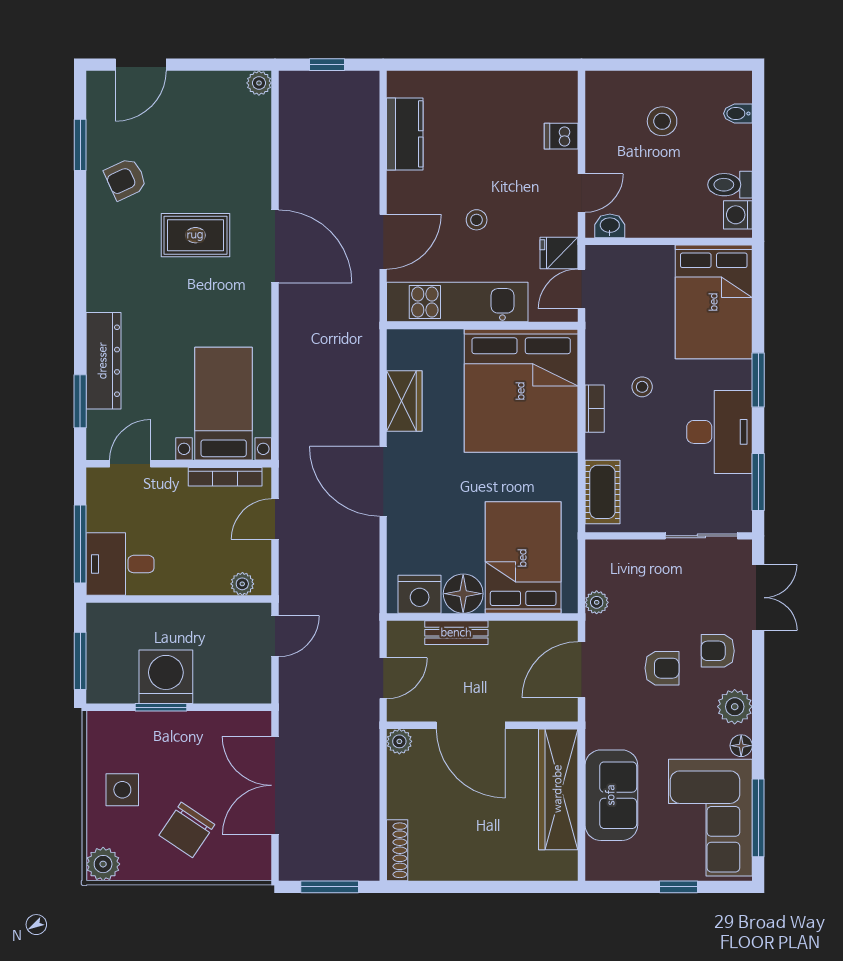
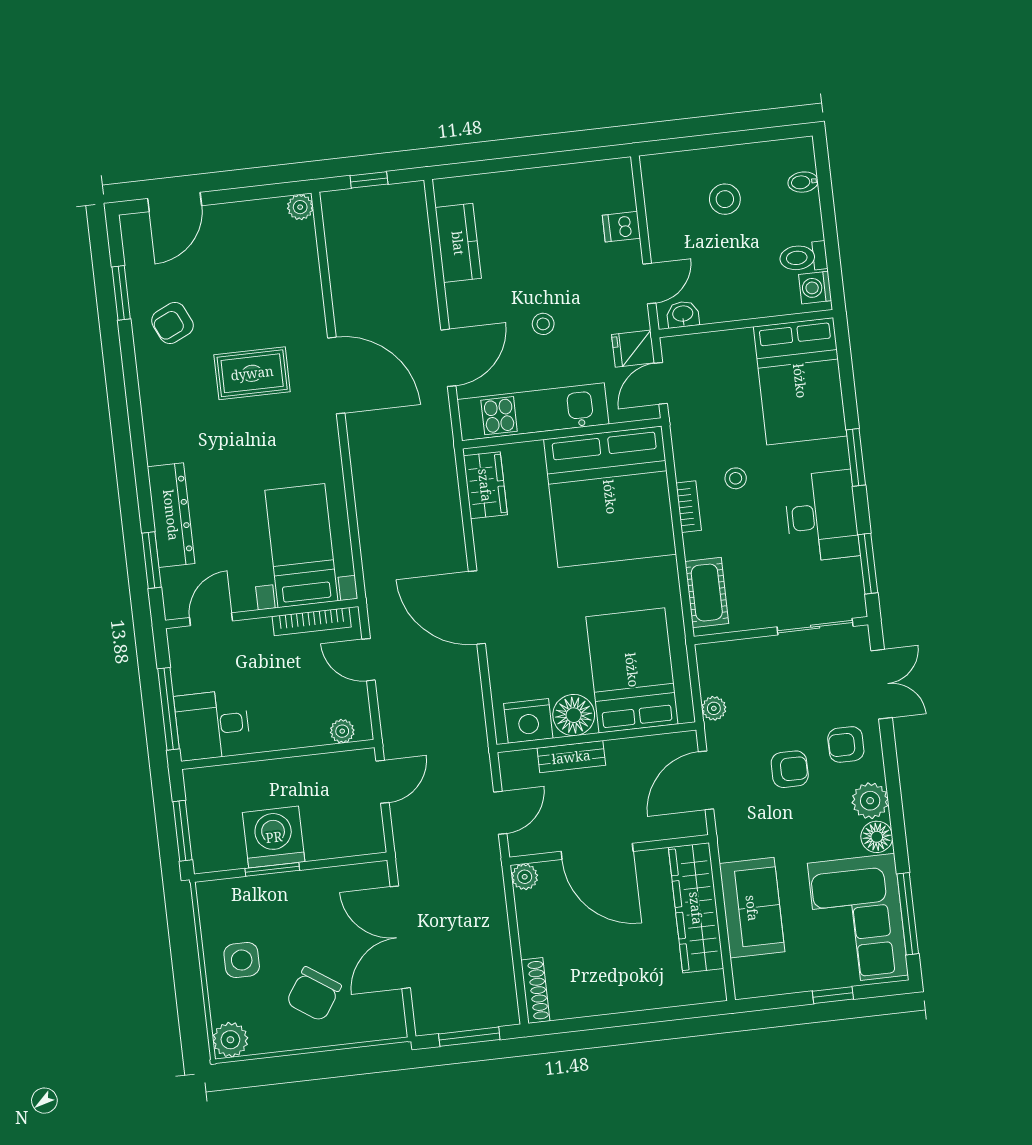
wardrobe: (404, 401) -> (485, 485), moved
door: (275, 519) -> (369, 660), hinge flipped
floor lamp: (741, 746) -> (877, 837), width x1.37, depth x1.37

